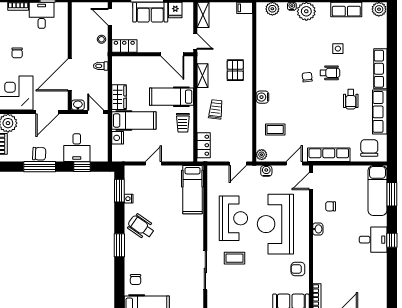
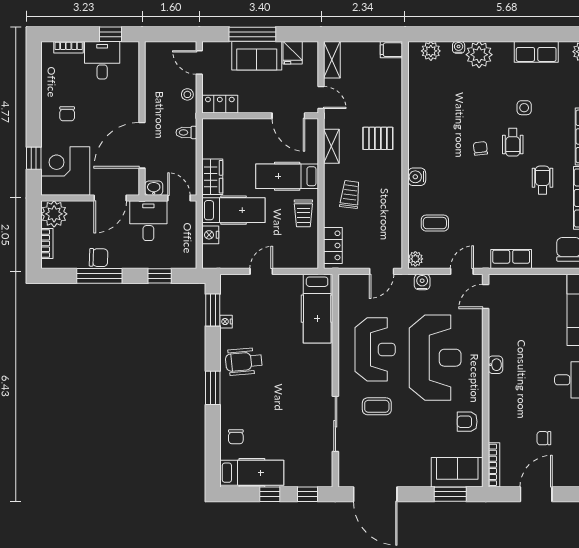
pallet: (235, 70) -> (378, 138), turned 90
wheelchair: (330, 73) -> (513, 142), turned 90
wheelchair: (351, 99) -> (542, 180), turned 180
desk: (77, 148) -> (148, 221), moved, turned 180
row of seats: (329, 155) -> (511, 259), width x0.68
chair: (331, 206) -> (544, 438), moved
reception desk: (275, 224) -> (435, 358), turned 180
wheelchair: (141, 227) -> (244, 362), turned -40

